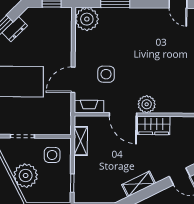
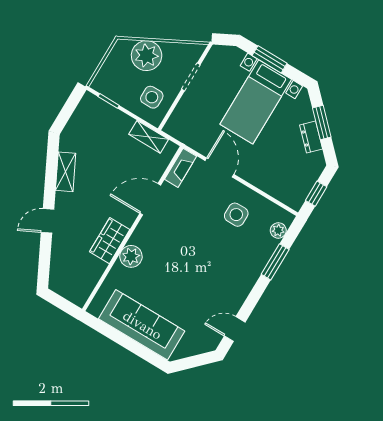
plant: (87, 19) -> (278, 230), width x0.53, depth x0.53
side table: (106, 74) -> (236, 215), moved
plant: (147, 104) -> (131, 256), moved
wardrobe: (154, 125) -> (110, 241), moved

